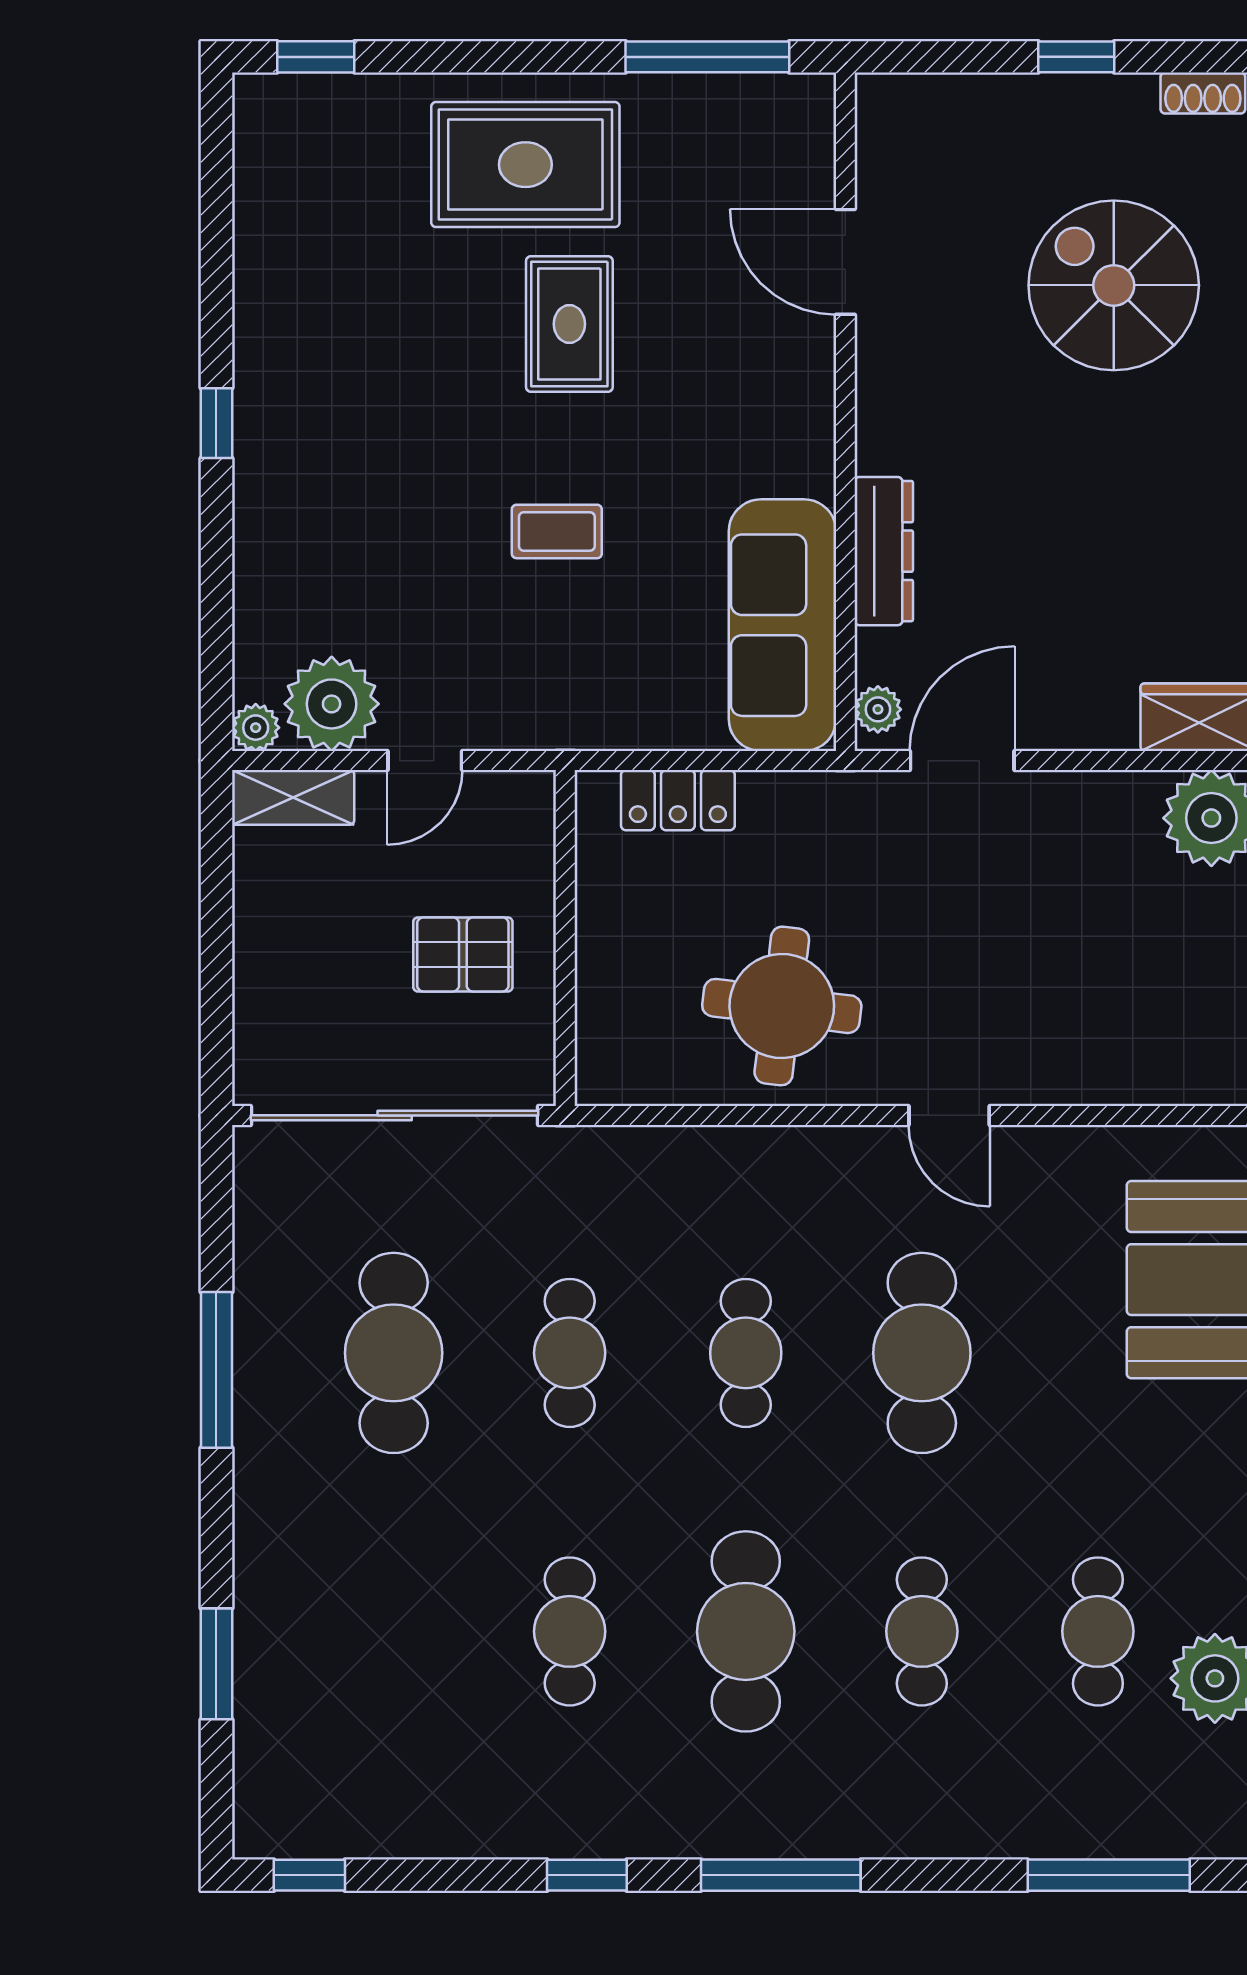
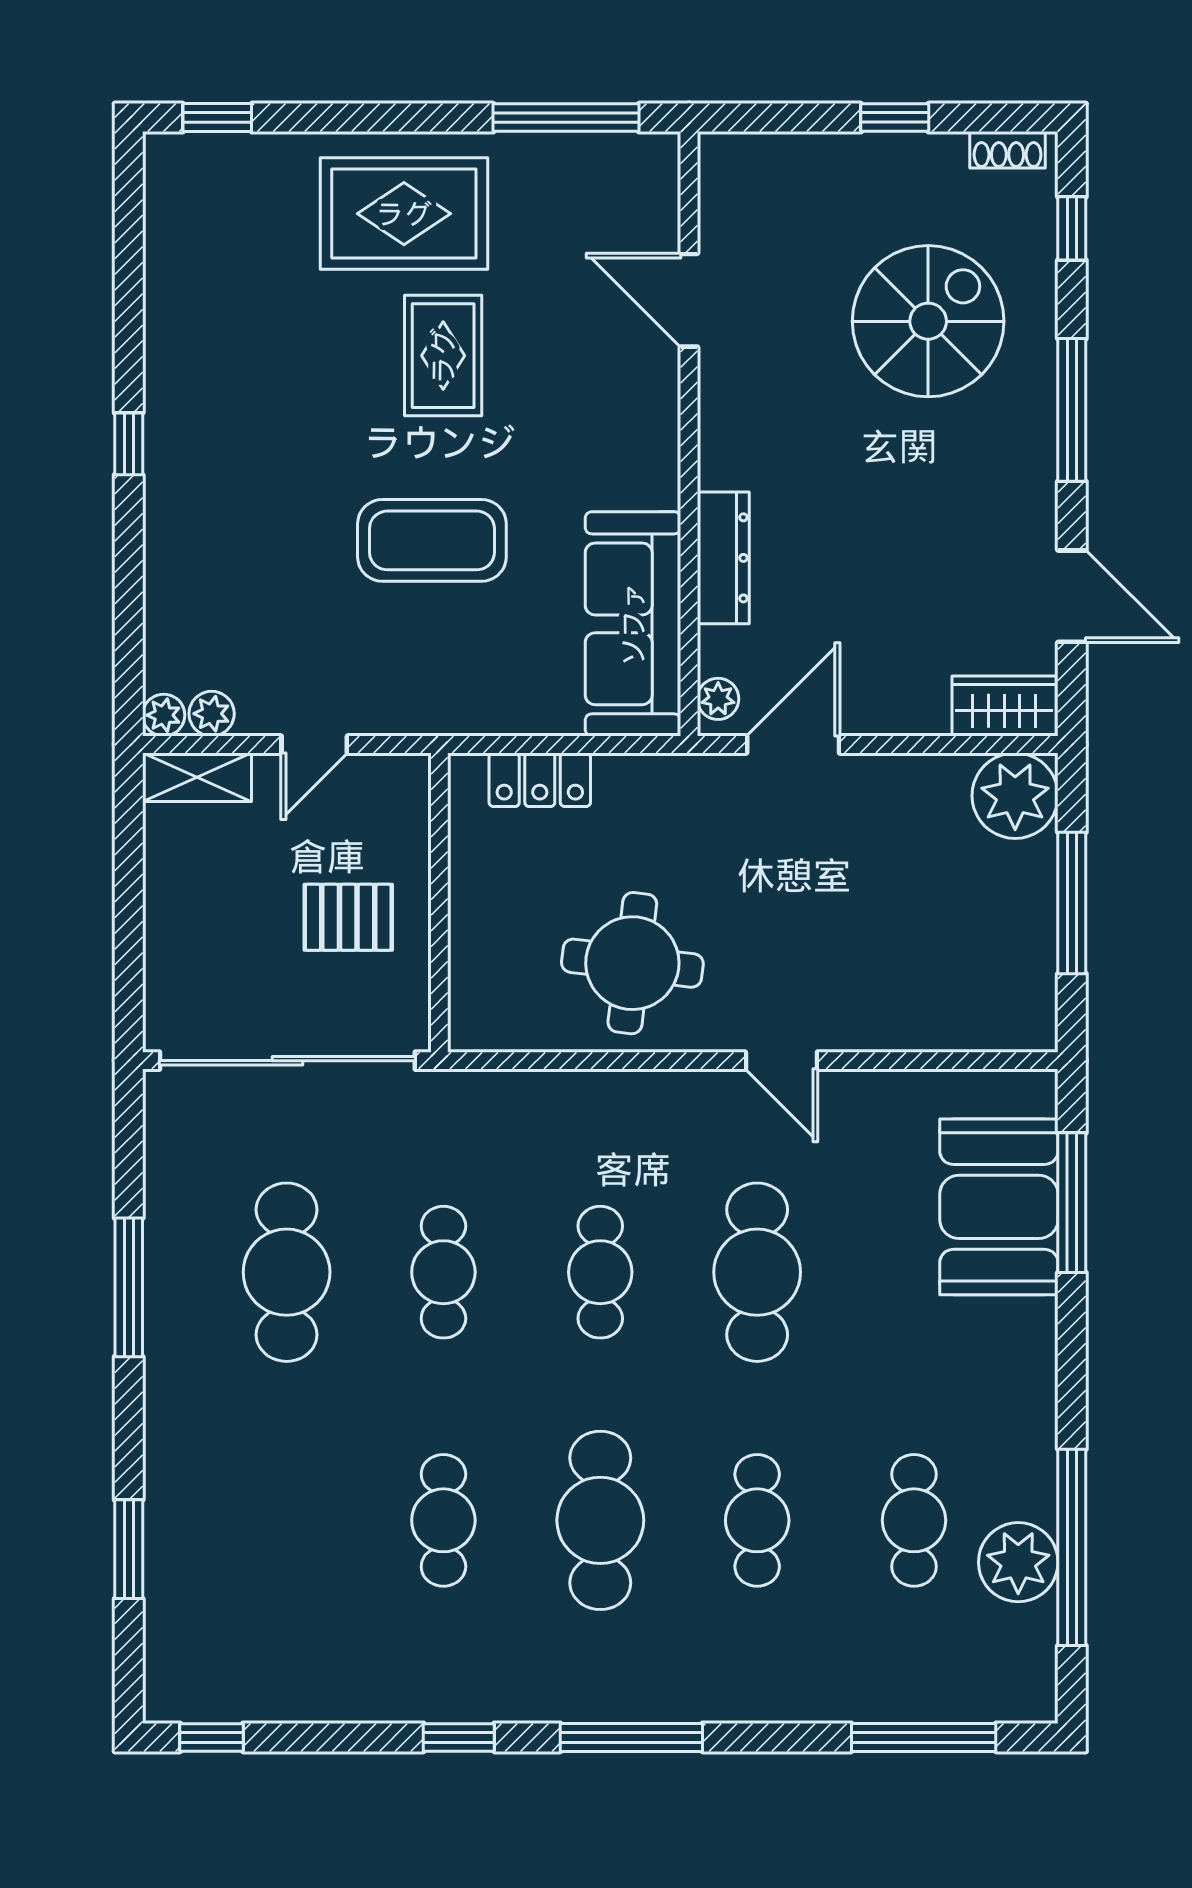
spiral stairs: (1114, 285) -> (928, 321), turned 90
coffee table: (557, 531) -> (432, 540), width x1.86, depth x1.72
plant: (332, 704) -> (212, 714), width x0.53, depth x0.53

